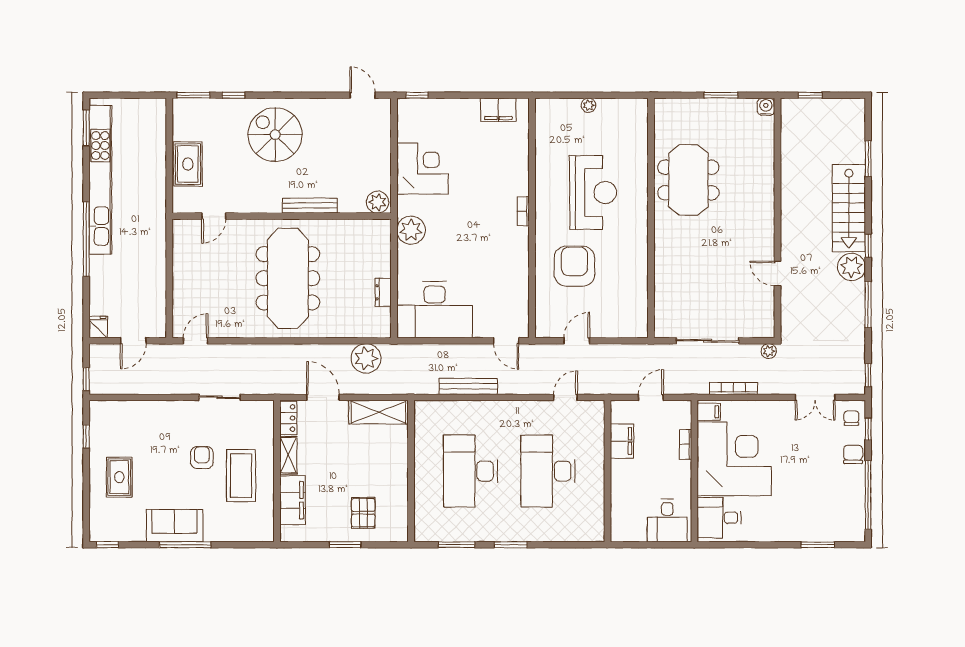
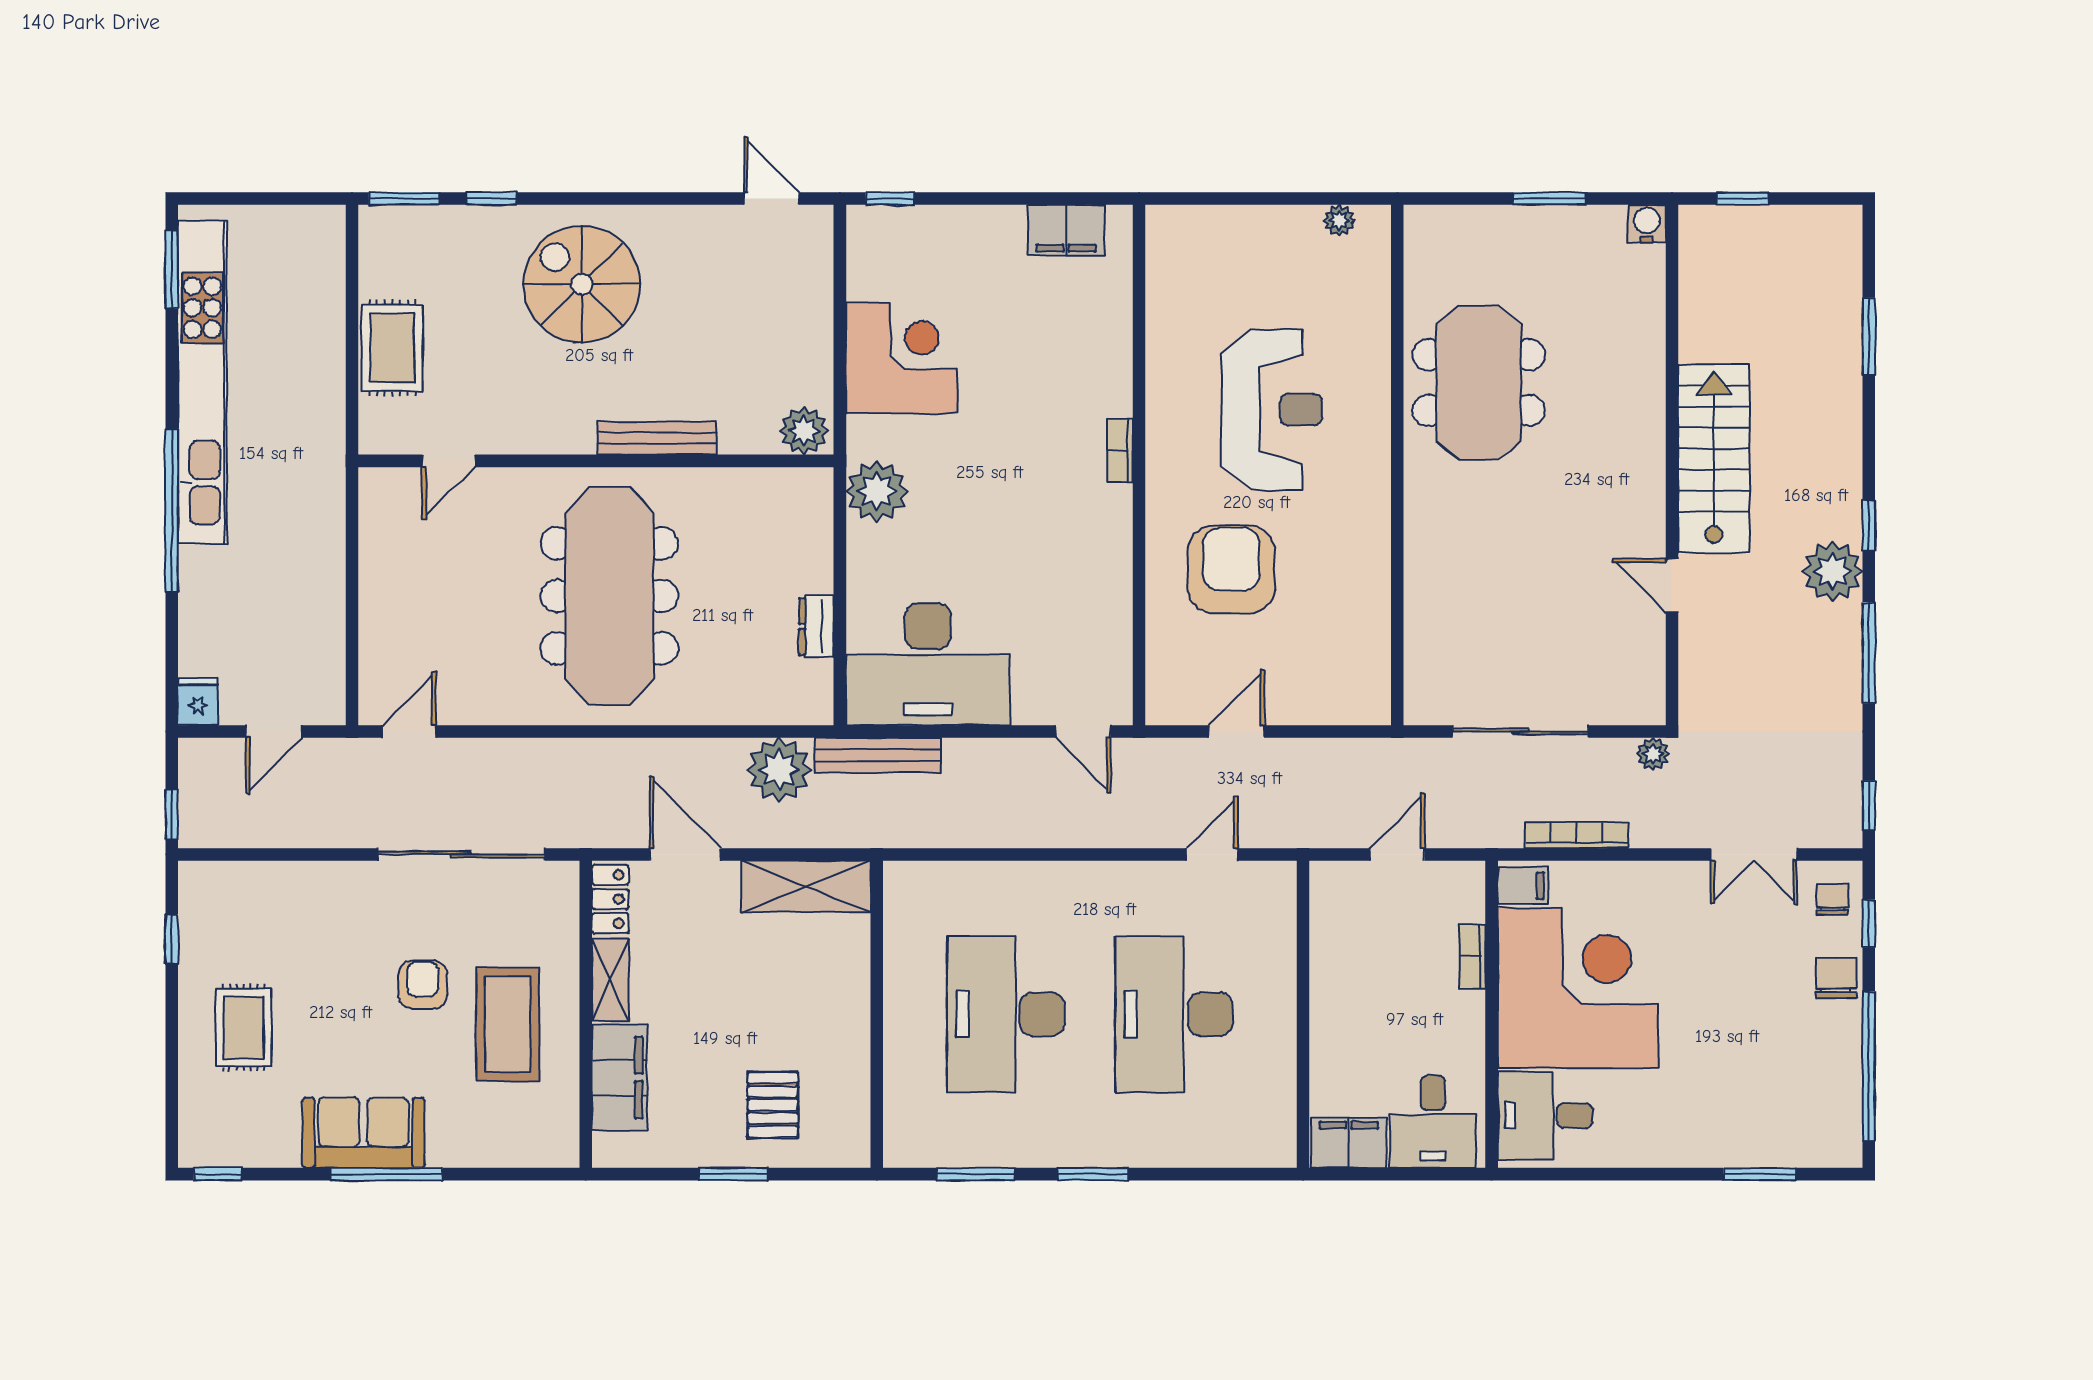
plant: (588, 105) -> (1339, 220), moved
stairs: (849, 208) -> (1714, 459), moved, turned 180
bench: (468, 386) -> (878, 755), moved
sliding door: (220, 397) -> (461, 854), width x1.86
filing cabinet: (622, 441) -> (1349, 1143), moved, turned -90

